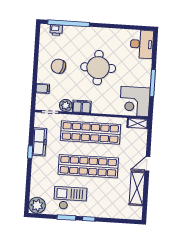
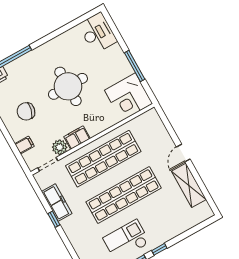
shelving: (138, 123) -> (146, 118), removed

